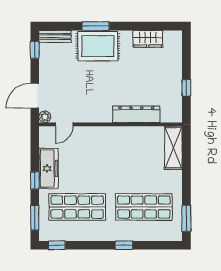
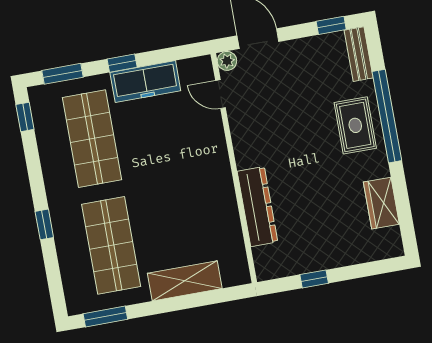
window: (96, 26) -> (387, 116), width x2.11
rug: (98, 46) -> (355, 125), width x0.73, depth x0.70
shelving: (173, 148) -> (185, 281), moved

